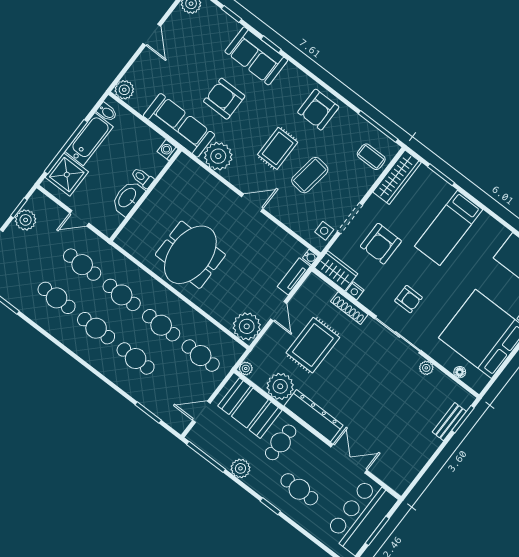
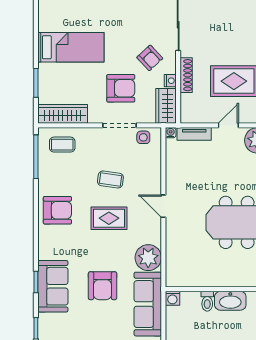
coffee table: (371, 157) -> (62, 145), turned 90
coffee table: (310, 175) -> (110, 179), width x0.73, depth x0.77
armchair: (408, 299) -> (150, 58), moved, turned 137

